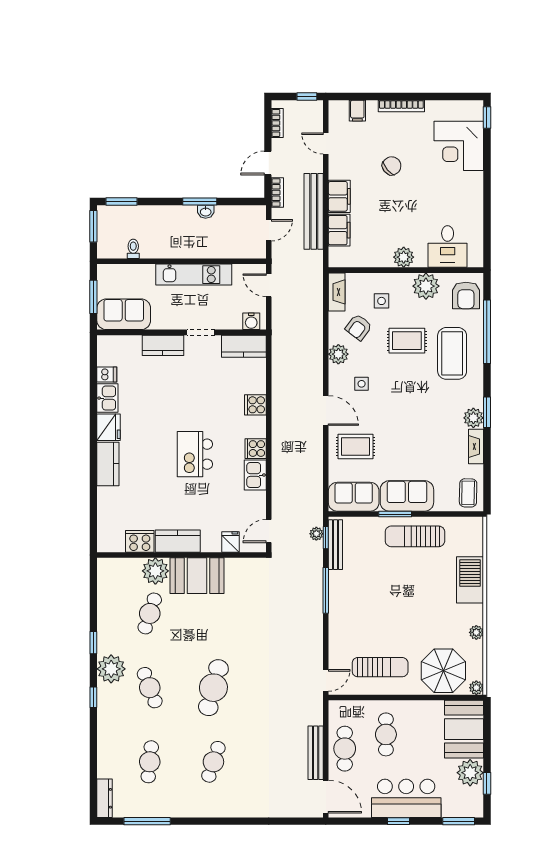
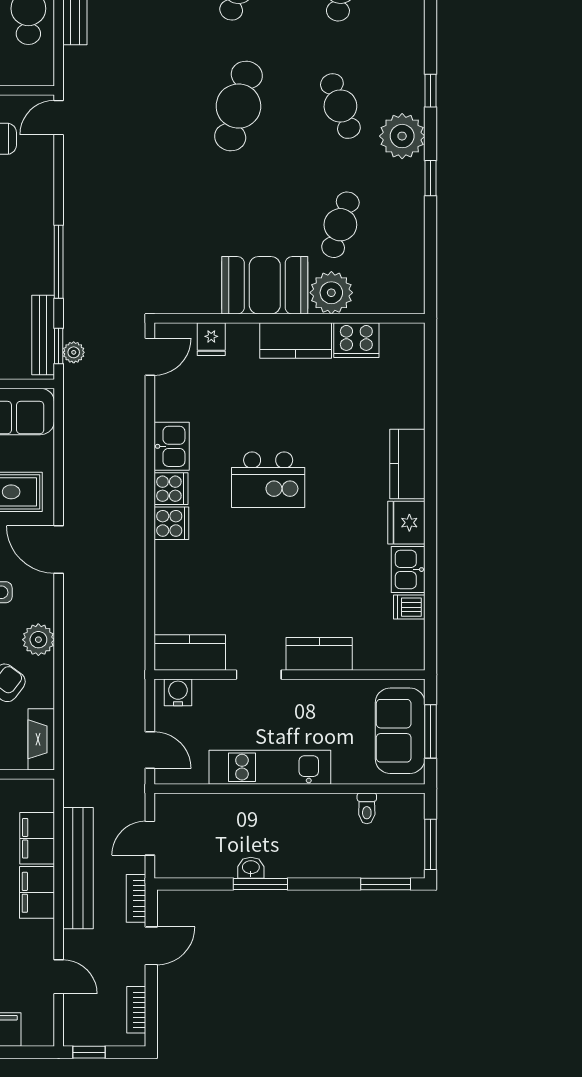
sofa: (124, 314) -> (400, 731), moved, turned 90
cooker: (255, 405) -> (171, 523), moved
kitchen island: (195, 454) -> (268, 480), turned 90

